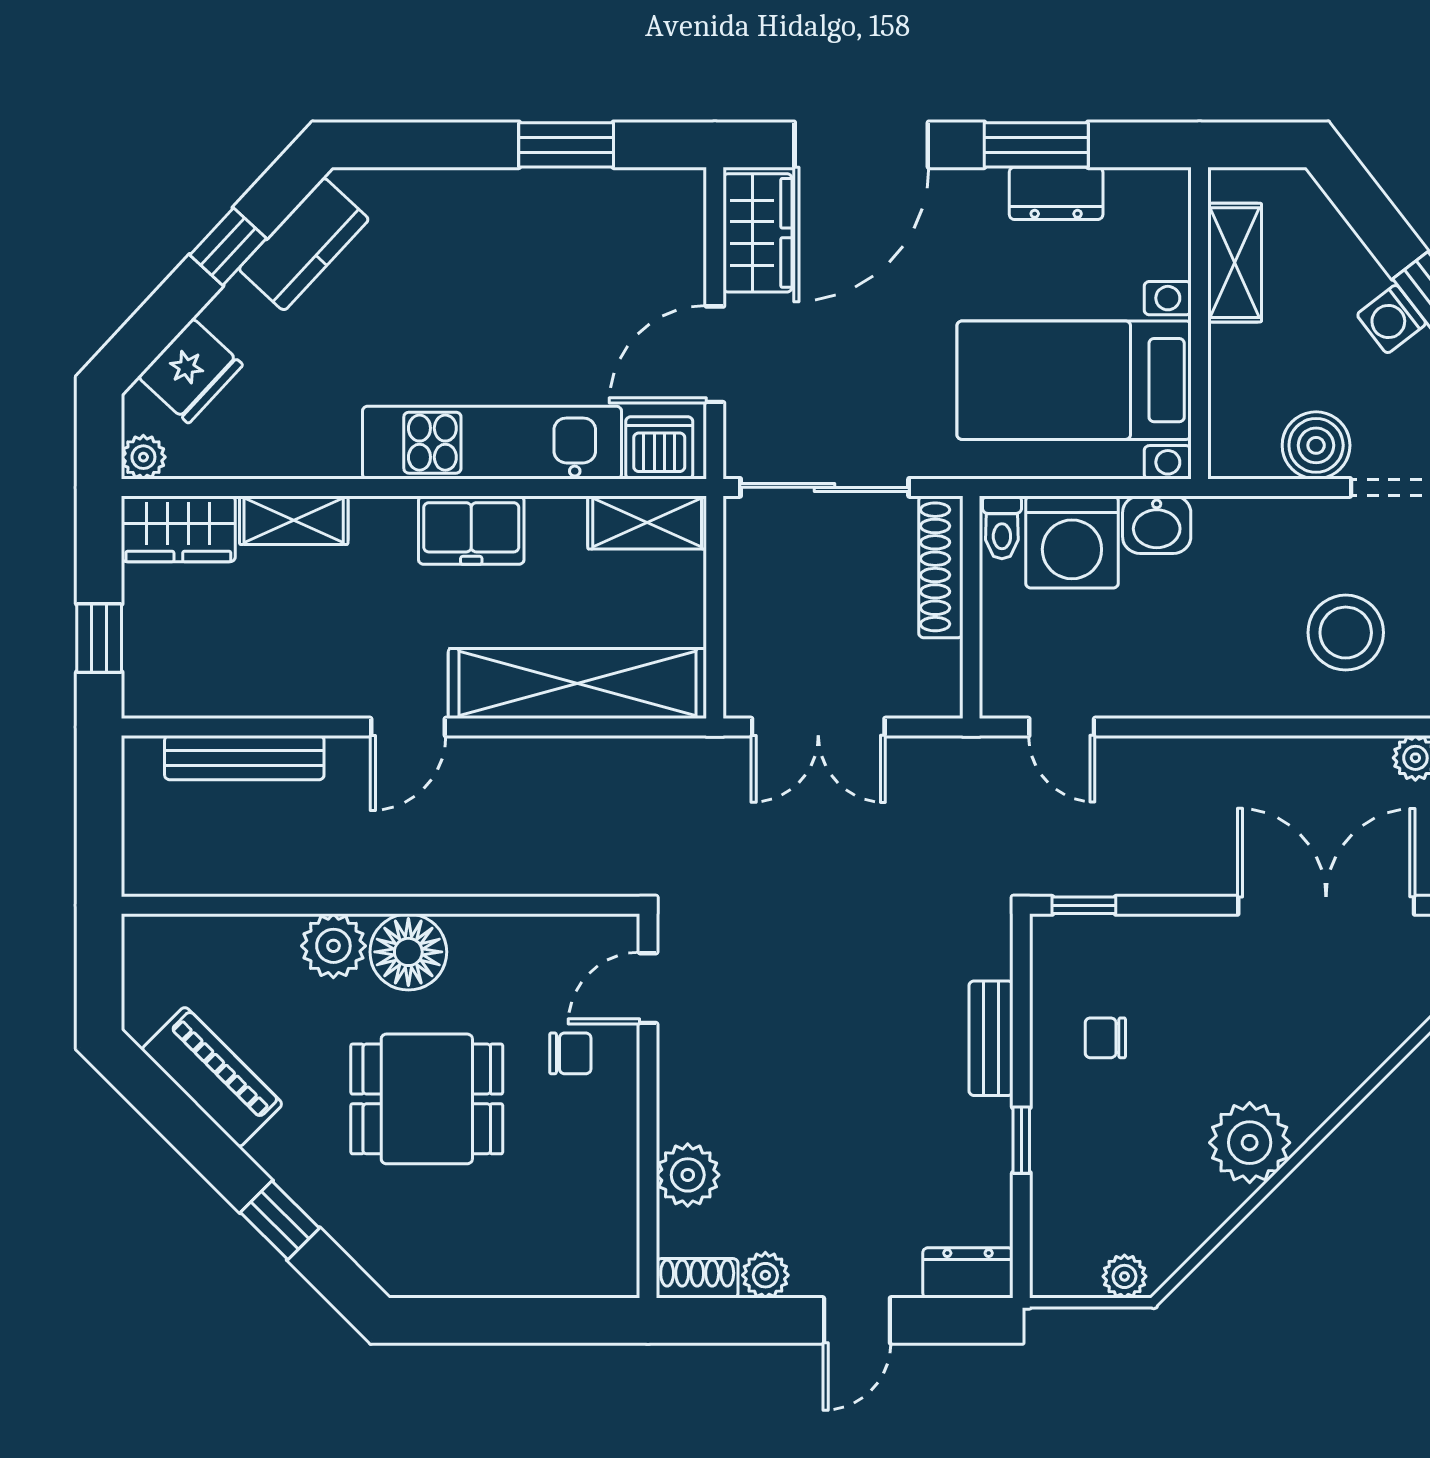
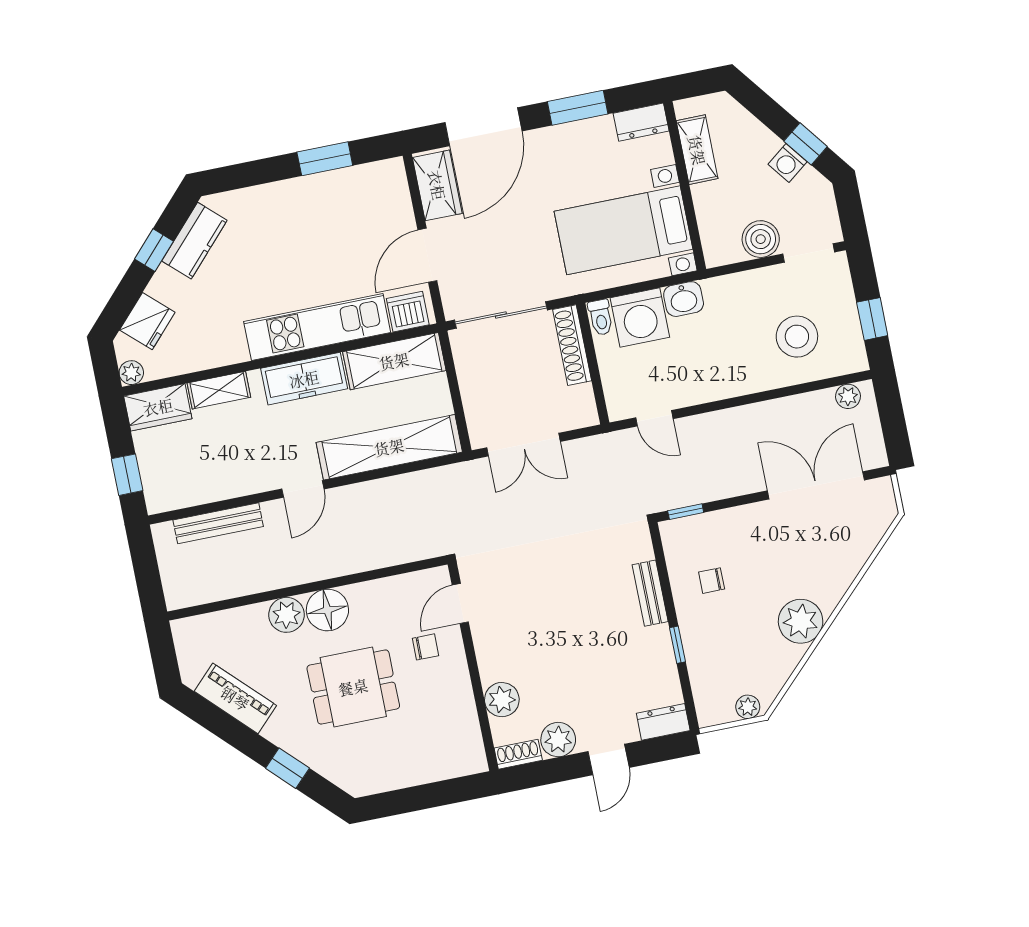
dresser: (1056, 193) -> (641, 122), moved
shelving: (647, 523) -> (394, 361), width x1.50, depth x1.33
freezer: (471, 530) -> (304, 379), width x1.40
plant: (765, 1275) -> (558, 740), width x1.38, depth x1.38

